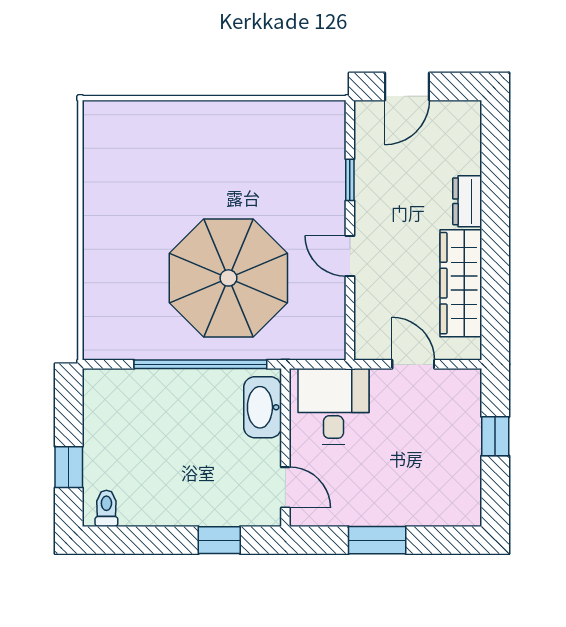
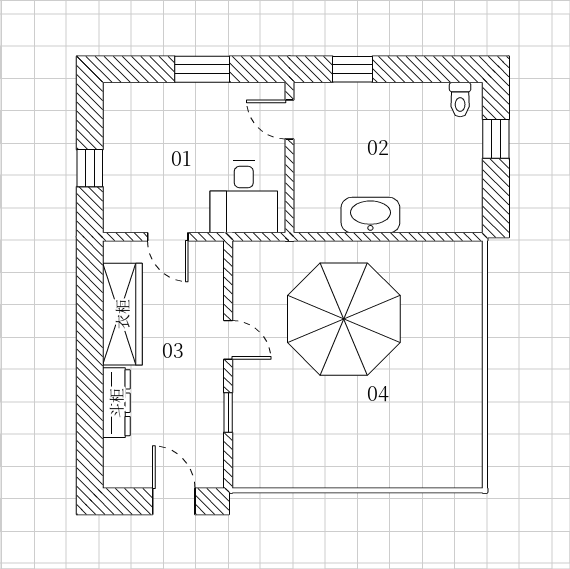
door: (407, 87) -> (174, 501), hinge flipped
dresser: (467, 201) -> (116, 403), width x1.44
window: (200, 364) -> (371, 237), removed
washbasin: (263, 407) -> (370, 215), moved, turned -90

